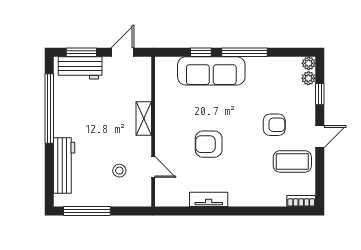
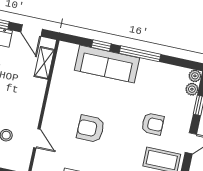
door: (122, 52) -> (32, 31), swing flipped
shelving: (144, 118) -> (44, 63), moved

